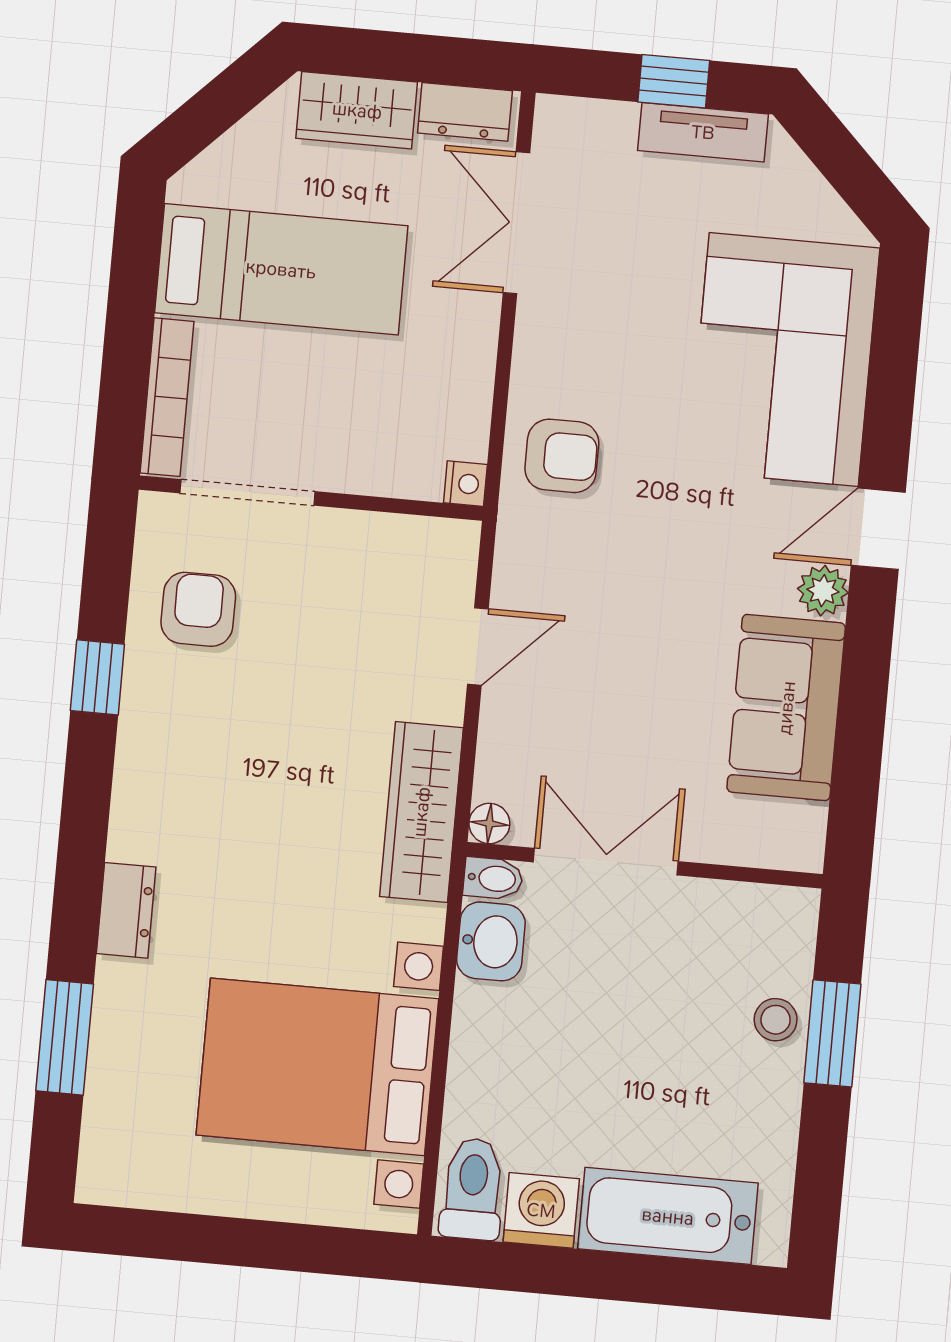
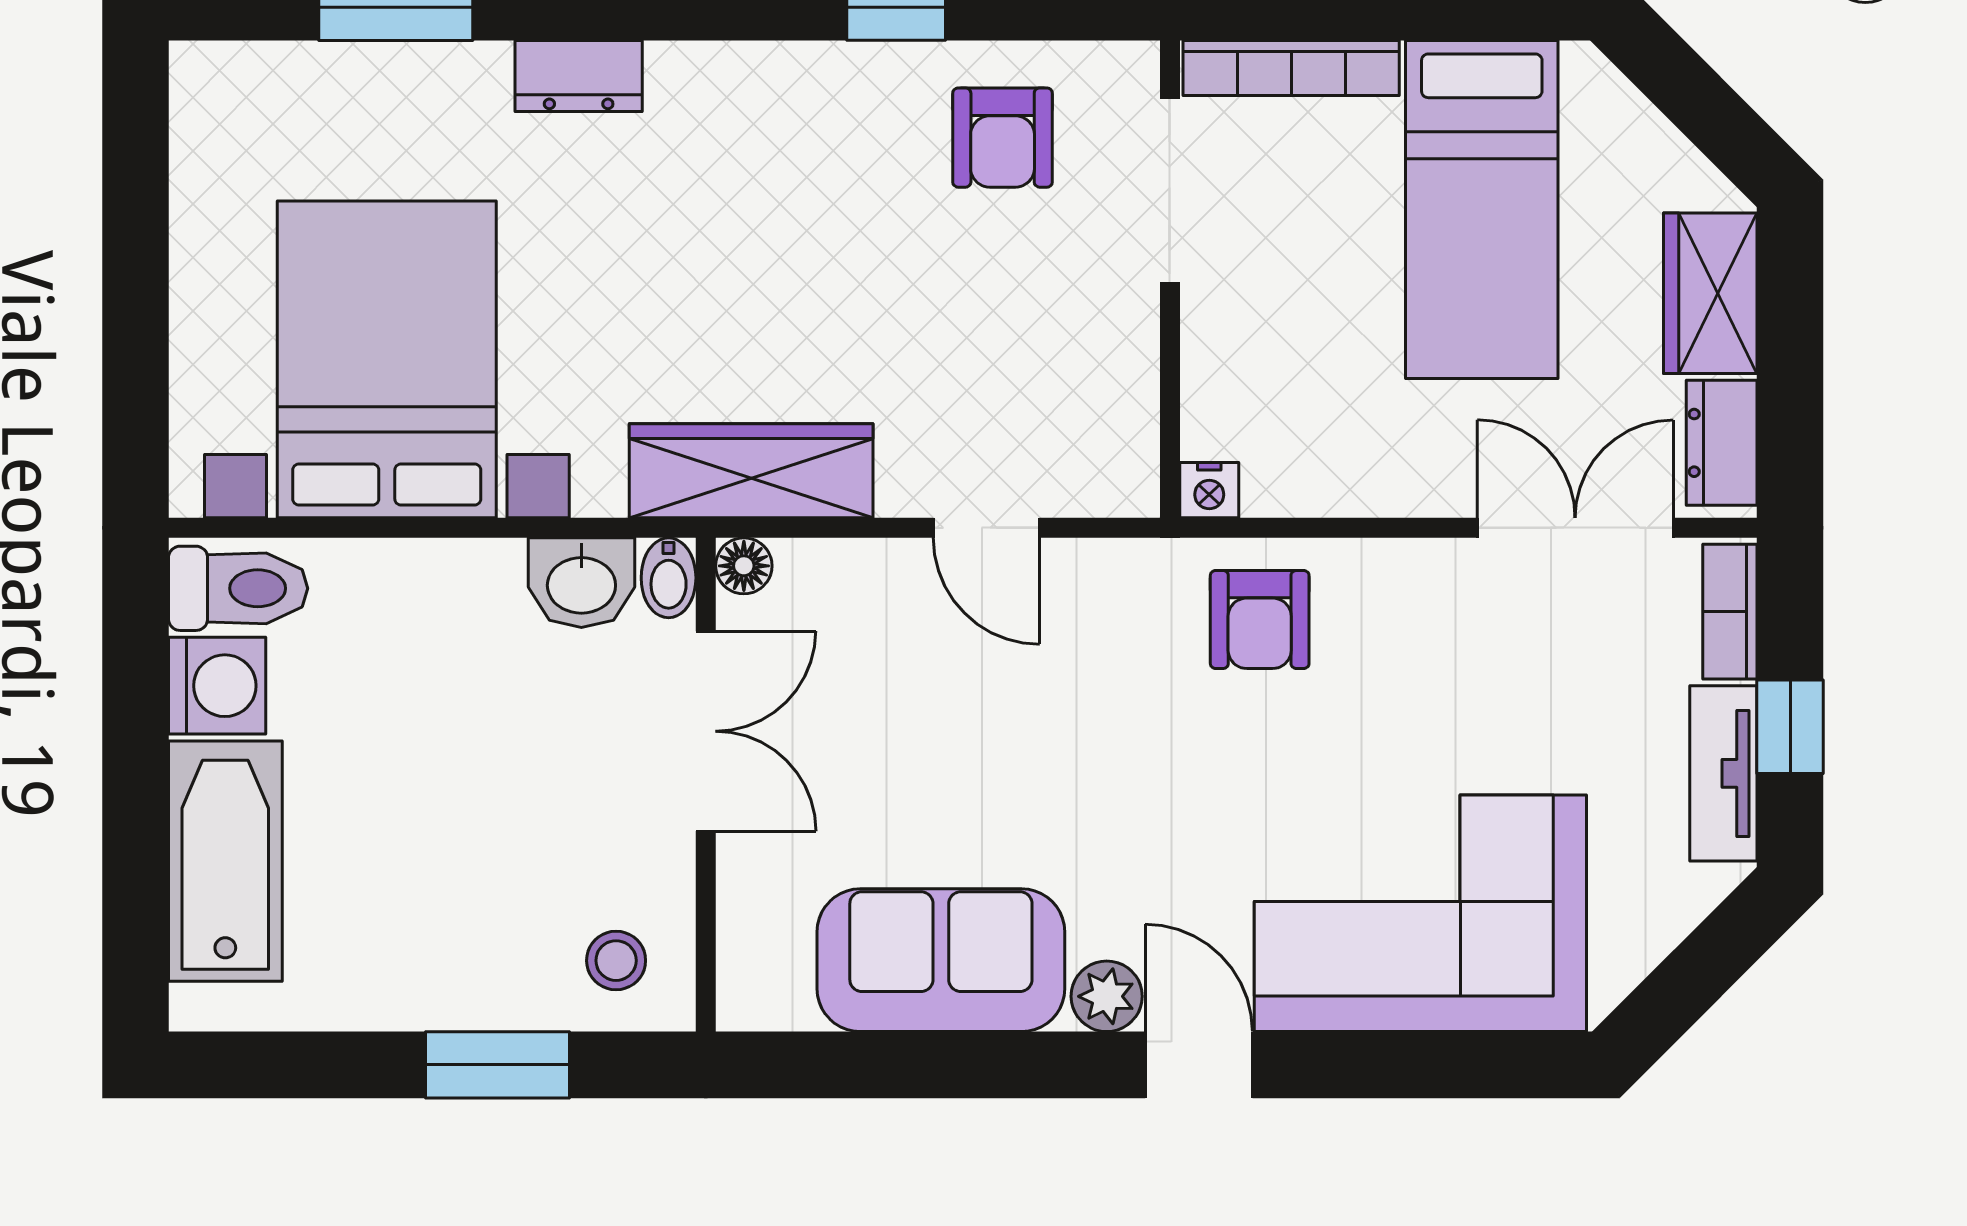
bookcase: (587, 117) -> (1730, 612), added
armchair: (198, 609) -> (1003, 138), turned 90
stool: (776, 1020) -> (616, 961), moved

